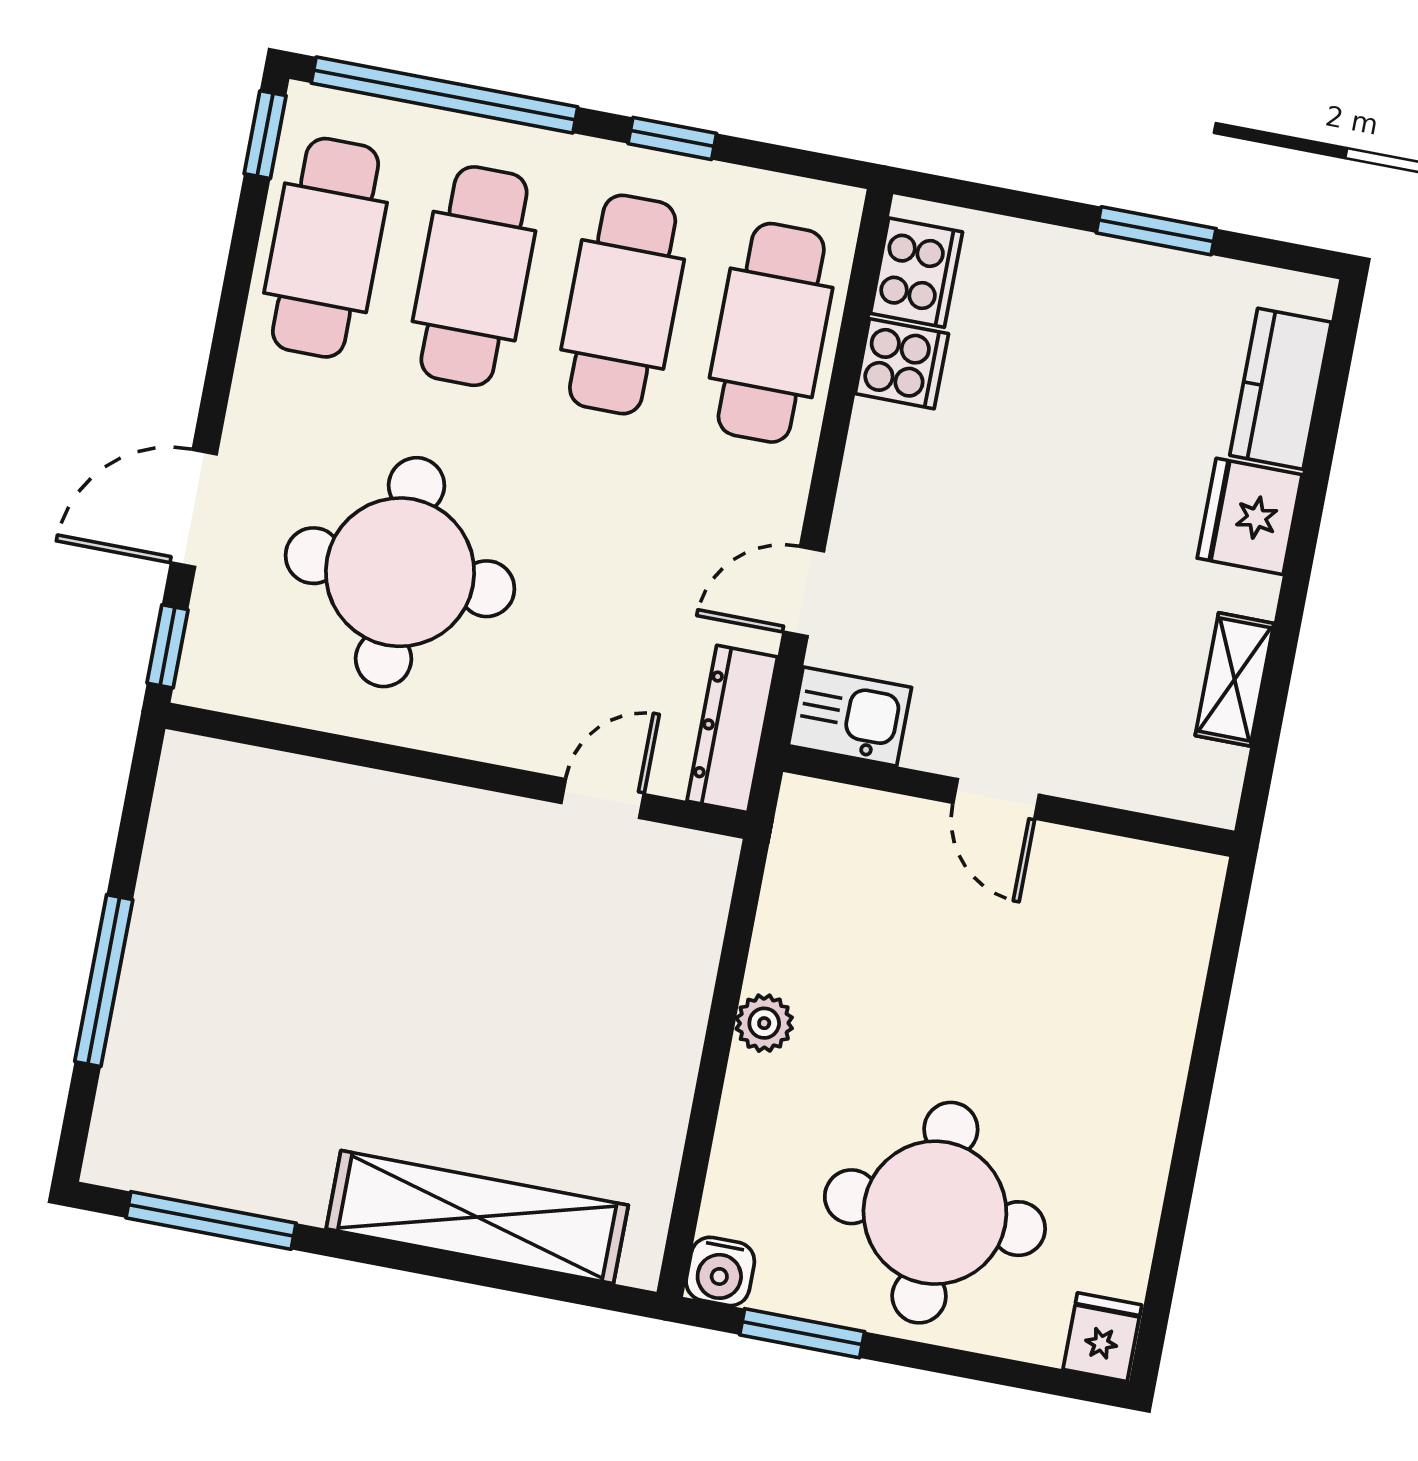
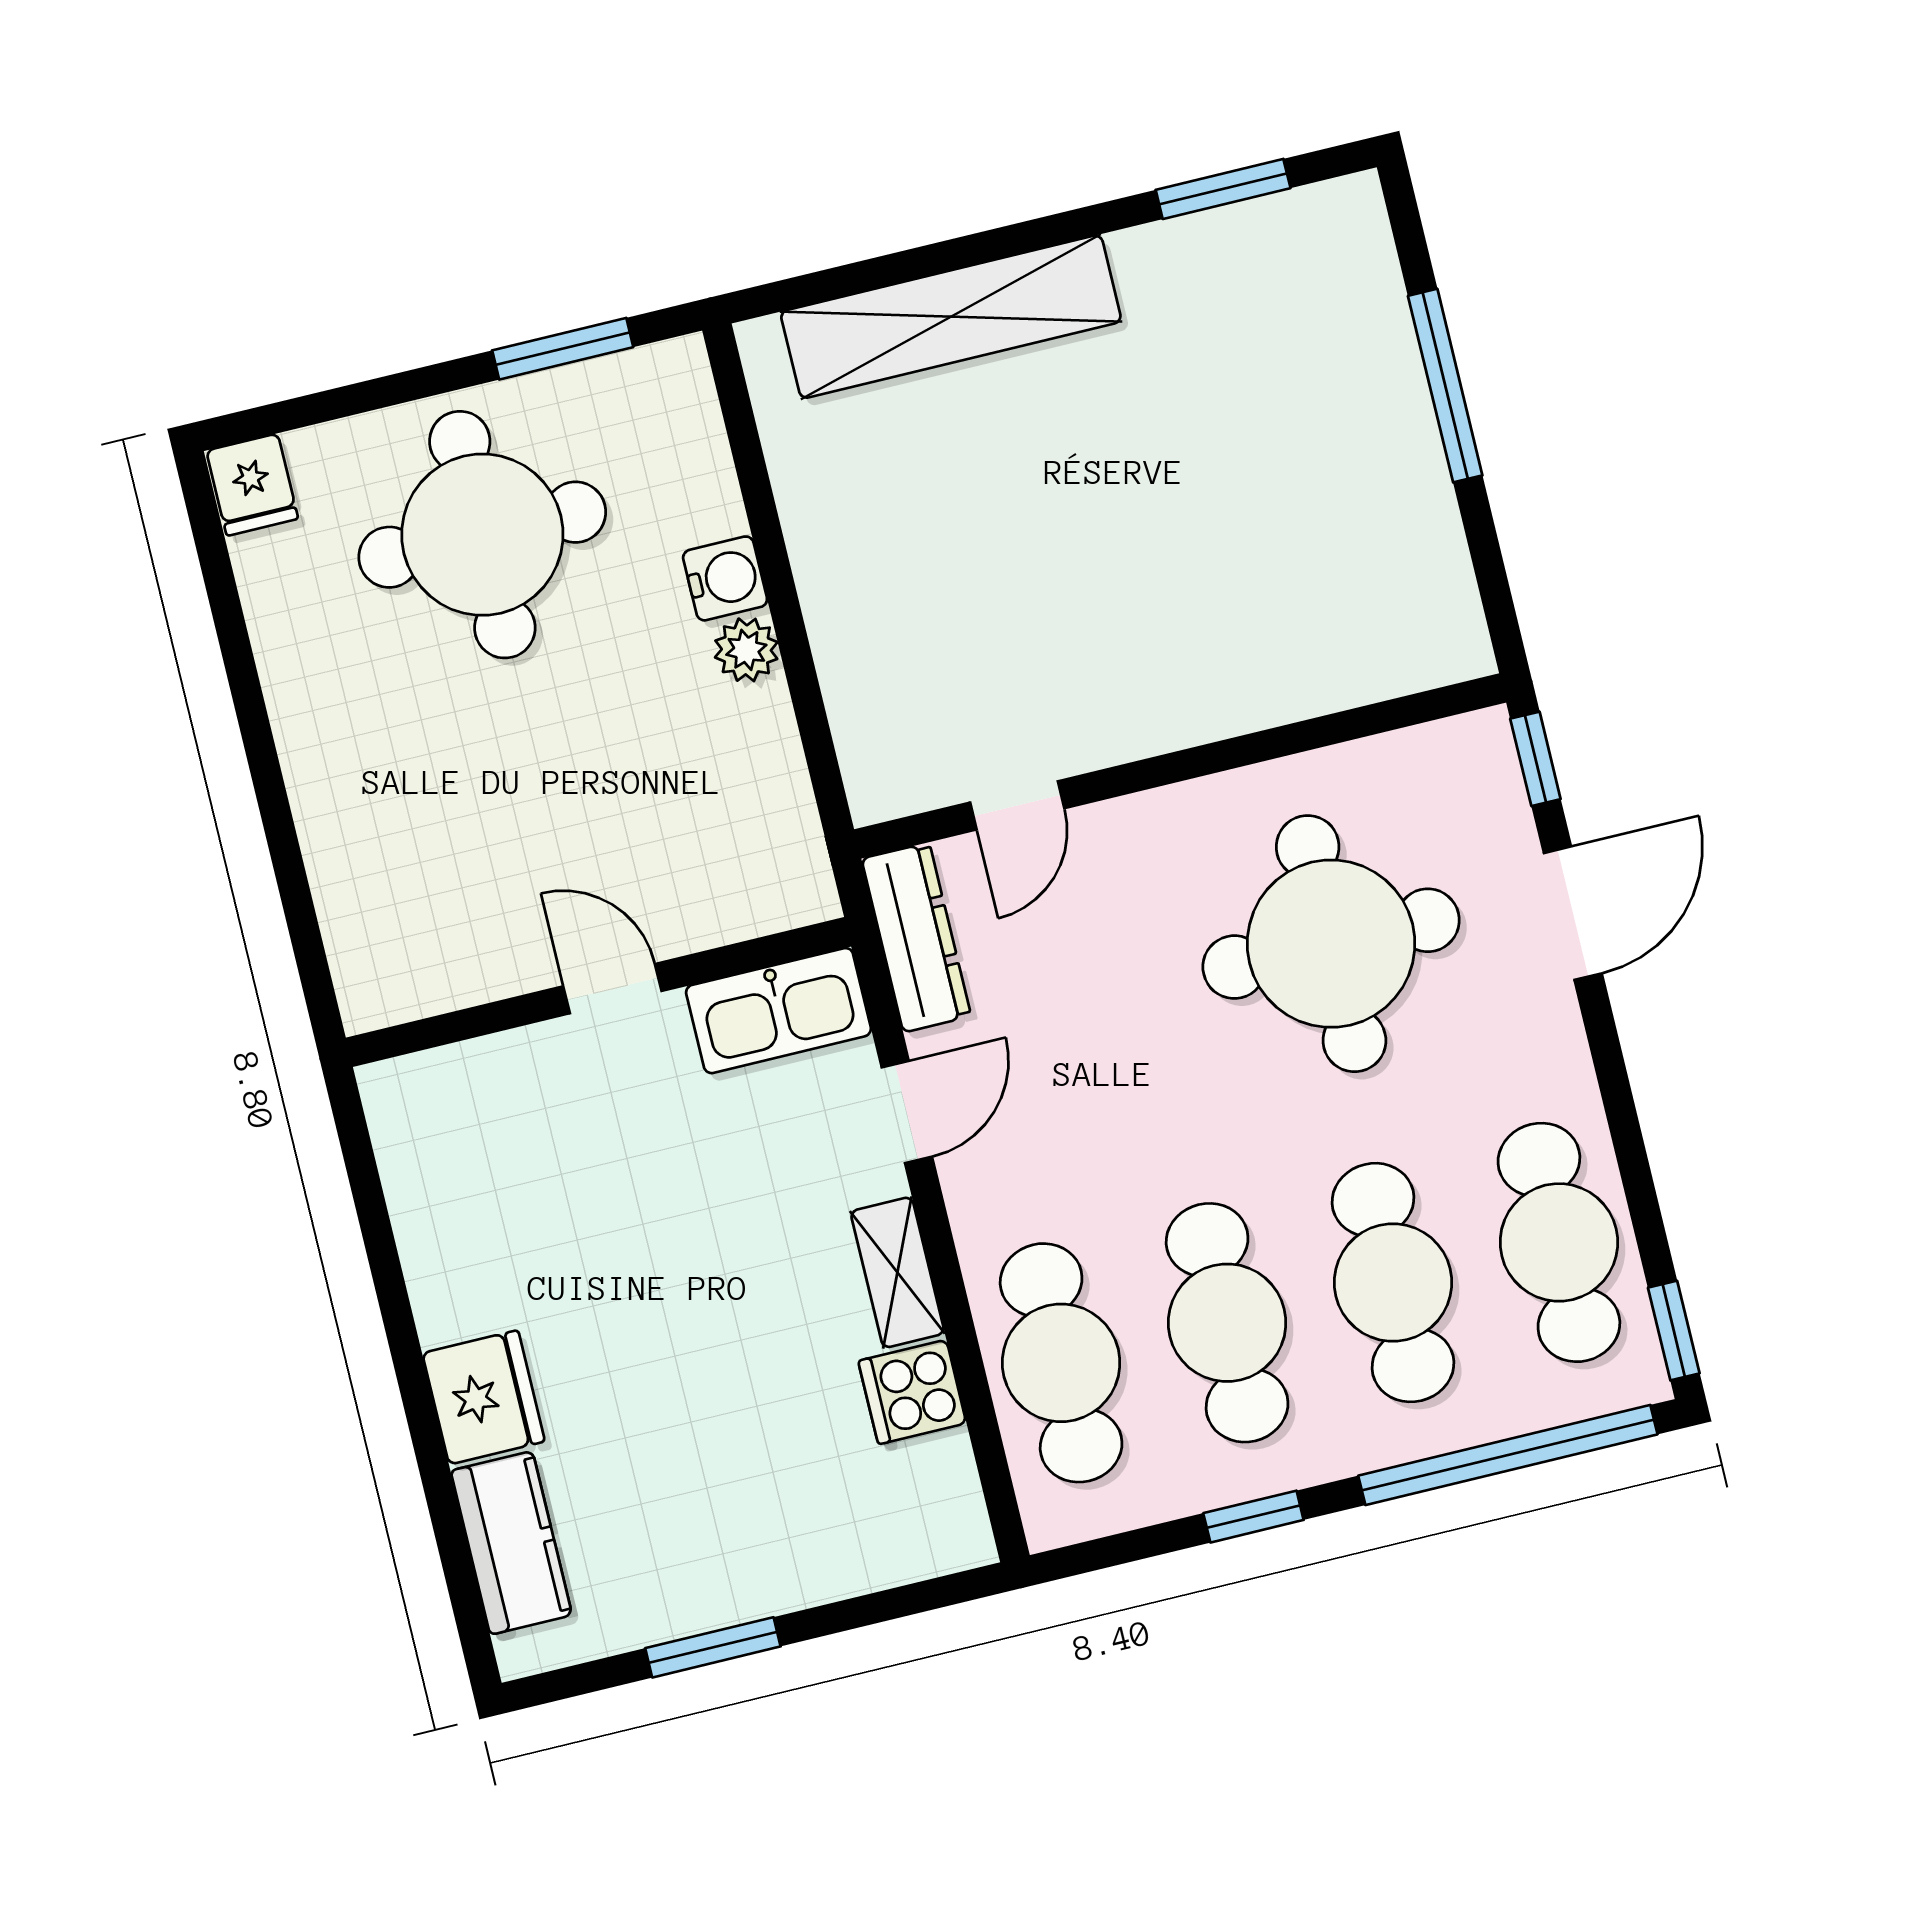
cooker: (916, 273) -> (940, 1492), removed
shelving: (1235, 679) -> (897, 1272), moved
kitchen sink: (850, 716) -> (779, 1011), width x1.38
window: (211, 1220) -> (1223, 189), width x0.69
water cooler: (720, 1271) -> (725, 578), moved, turned 90

